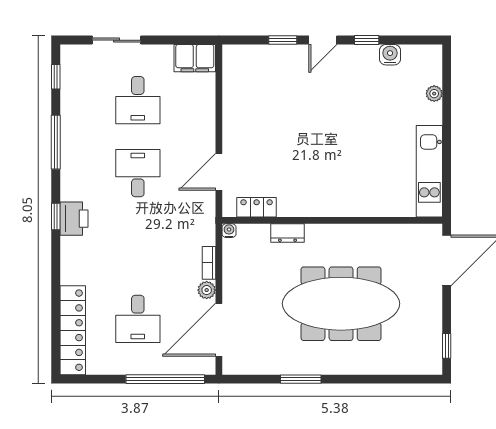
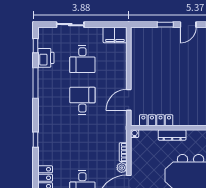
locker: (257, 207) -> (156, 120), width x1.53
window: (56, 216) -> (35, 140), moved
printer: (74, 219) -> (46, 58), moved
dresser: (288, 233) -> (172, 135), width x1.44

